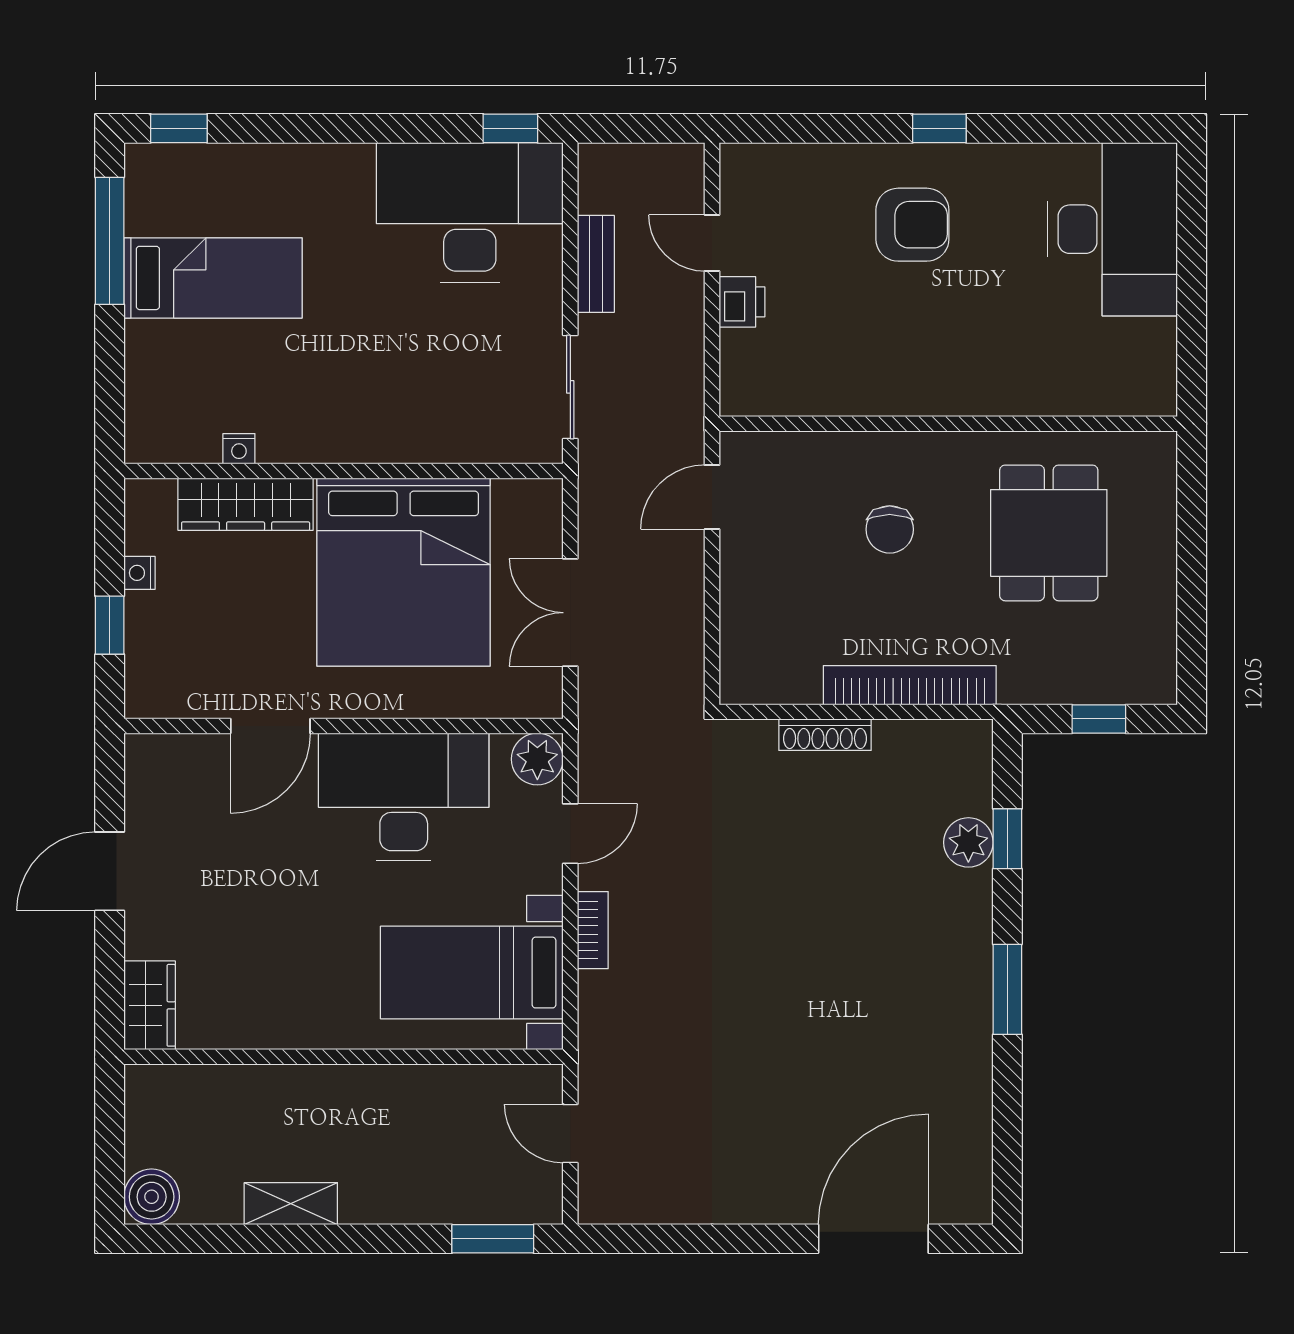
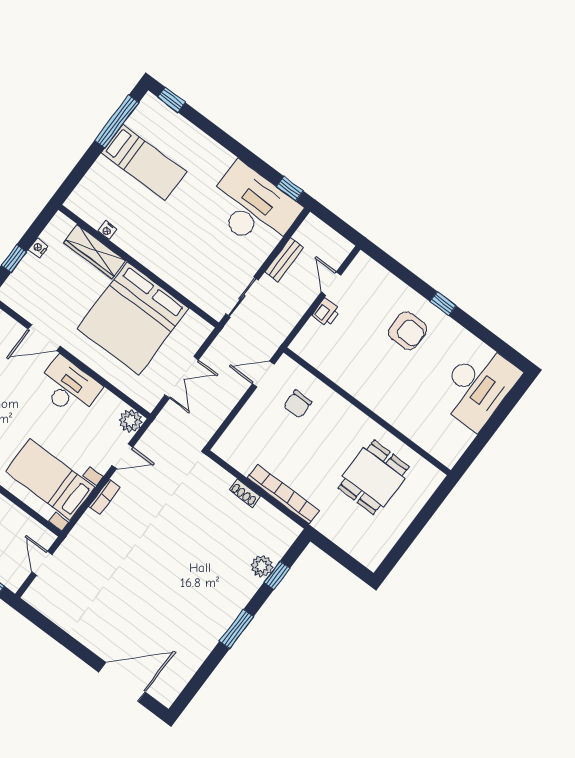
chair: (890, 529) -> (298, 404), moved
double door: (570, 613) -> (182, 377), swing flipped
window: (1099, 719) -> (342, 557), removed
shoe rack: (825, 735) -> (245, 493), width x0.70
desk: (404, 797) -> (69, 387), width x0.73, depth x0.77

